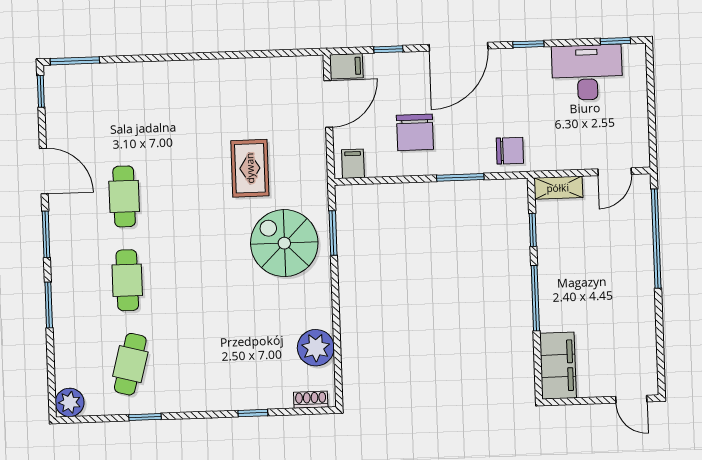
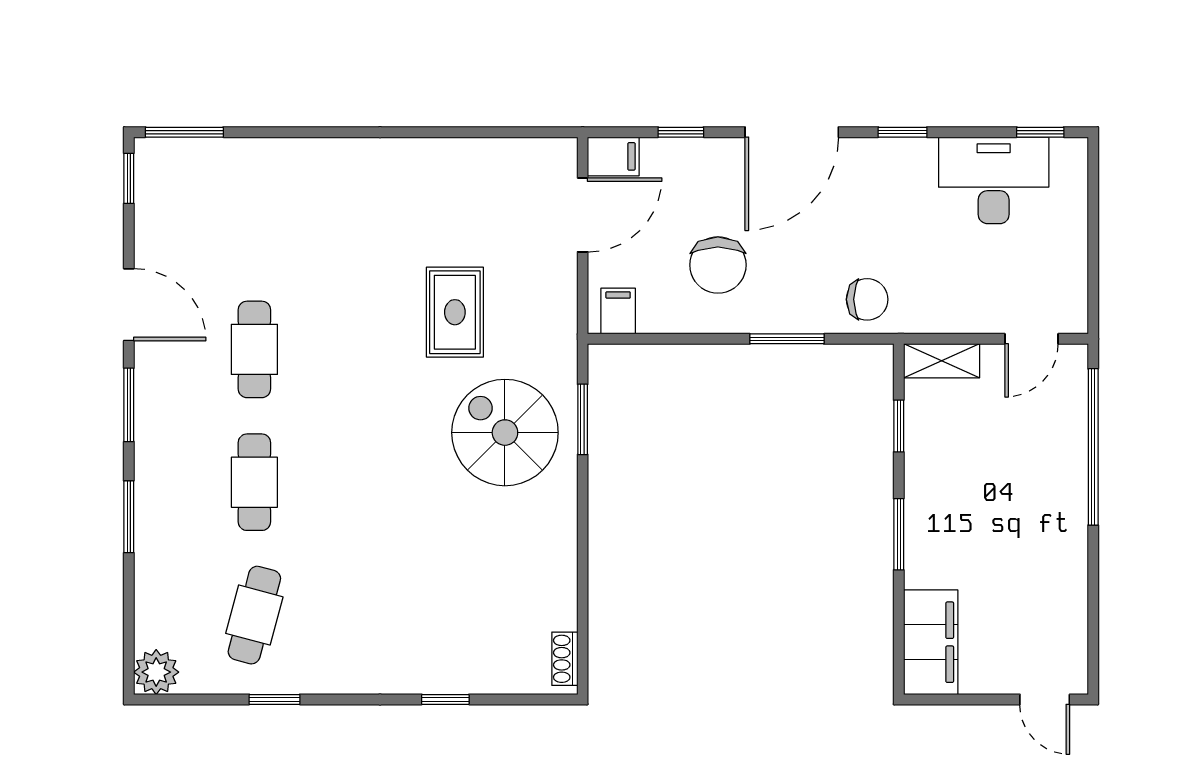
window: (535, 298) -> (899, 534), width x0.69
plant: (316, 348) -> (549, 600), removed
shoe rack: (311, 400) -> (565, 659), moved, turned -90

